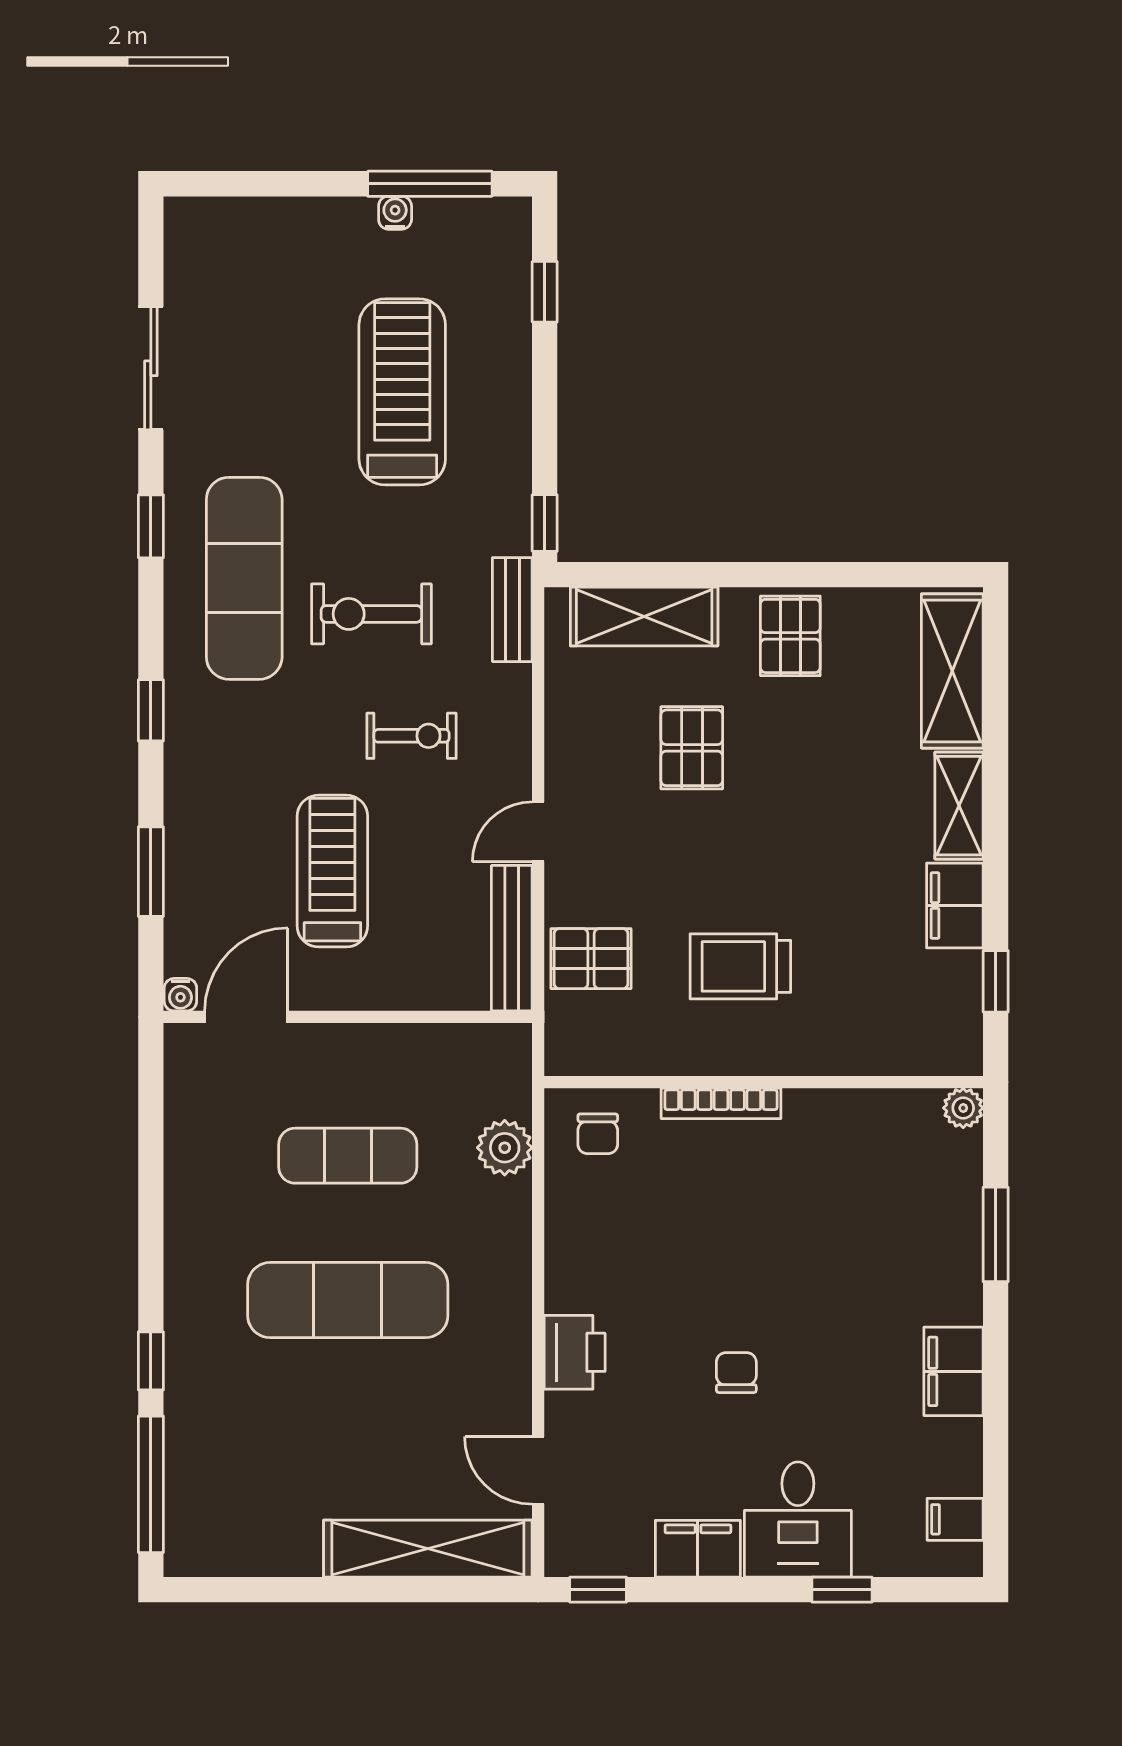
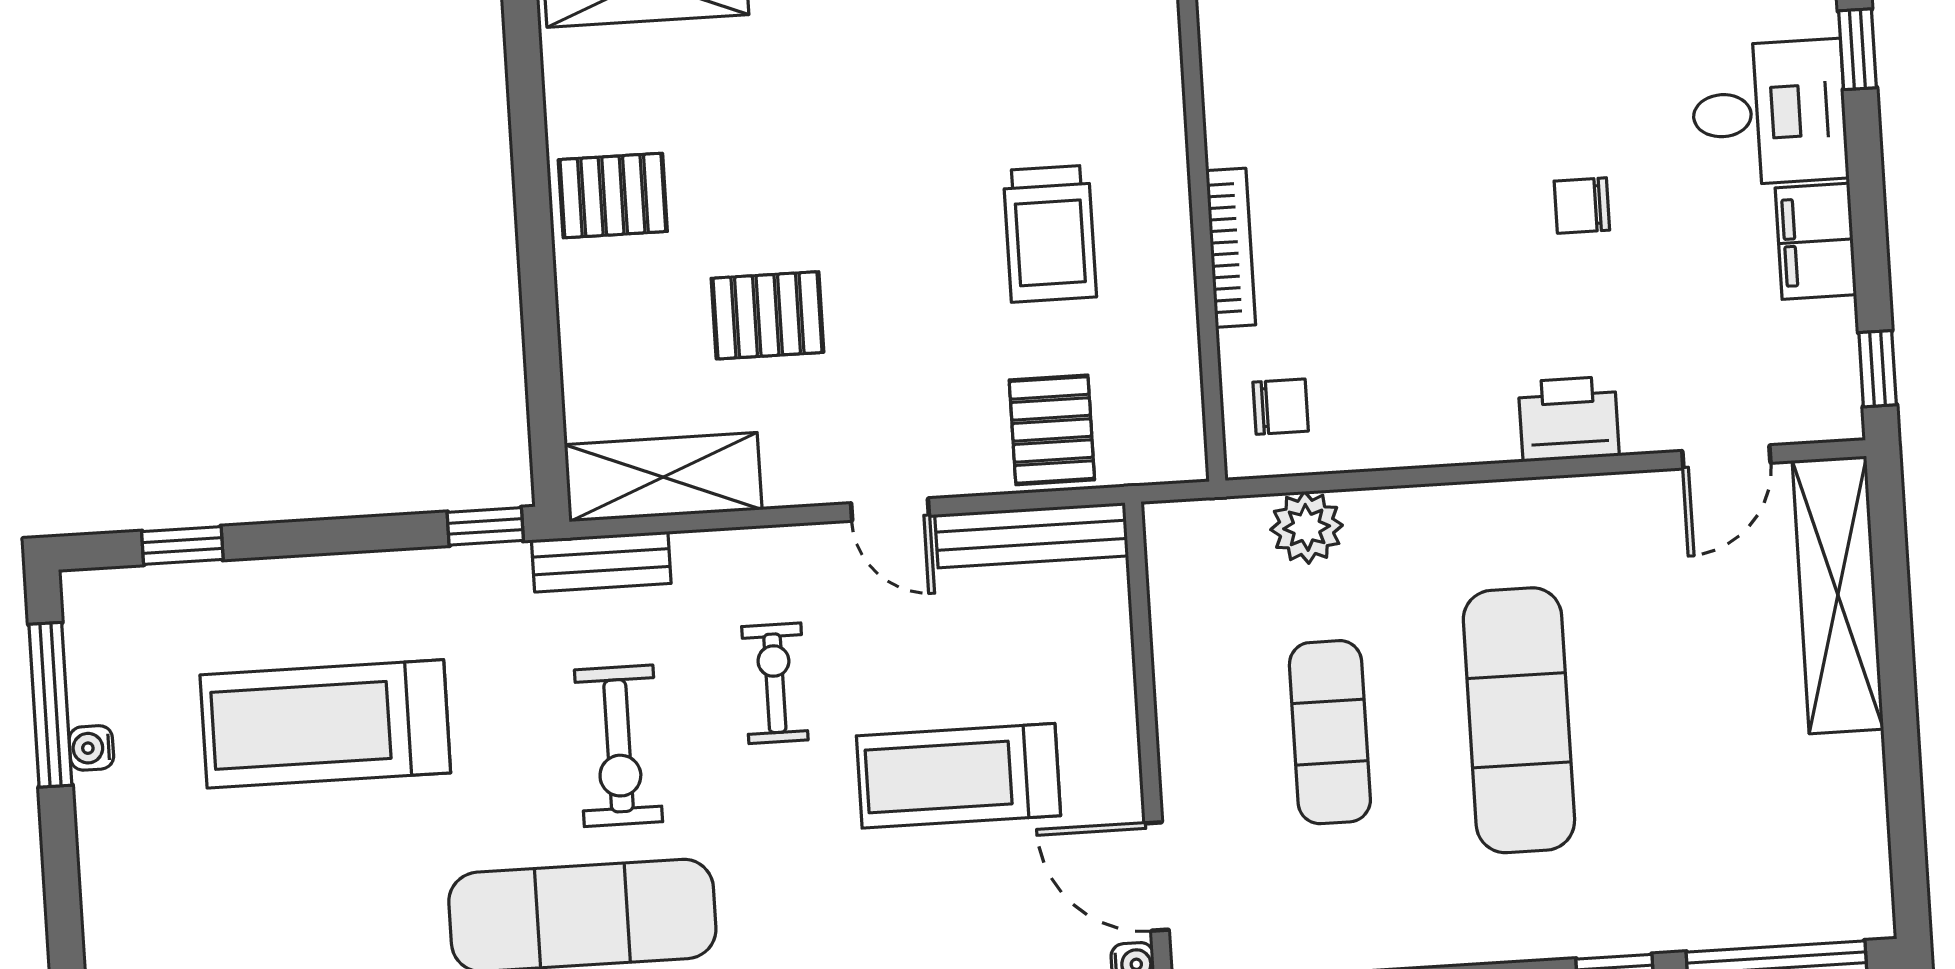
shelving: (644, 617) -> (663, 477), moved, turned 90

